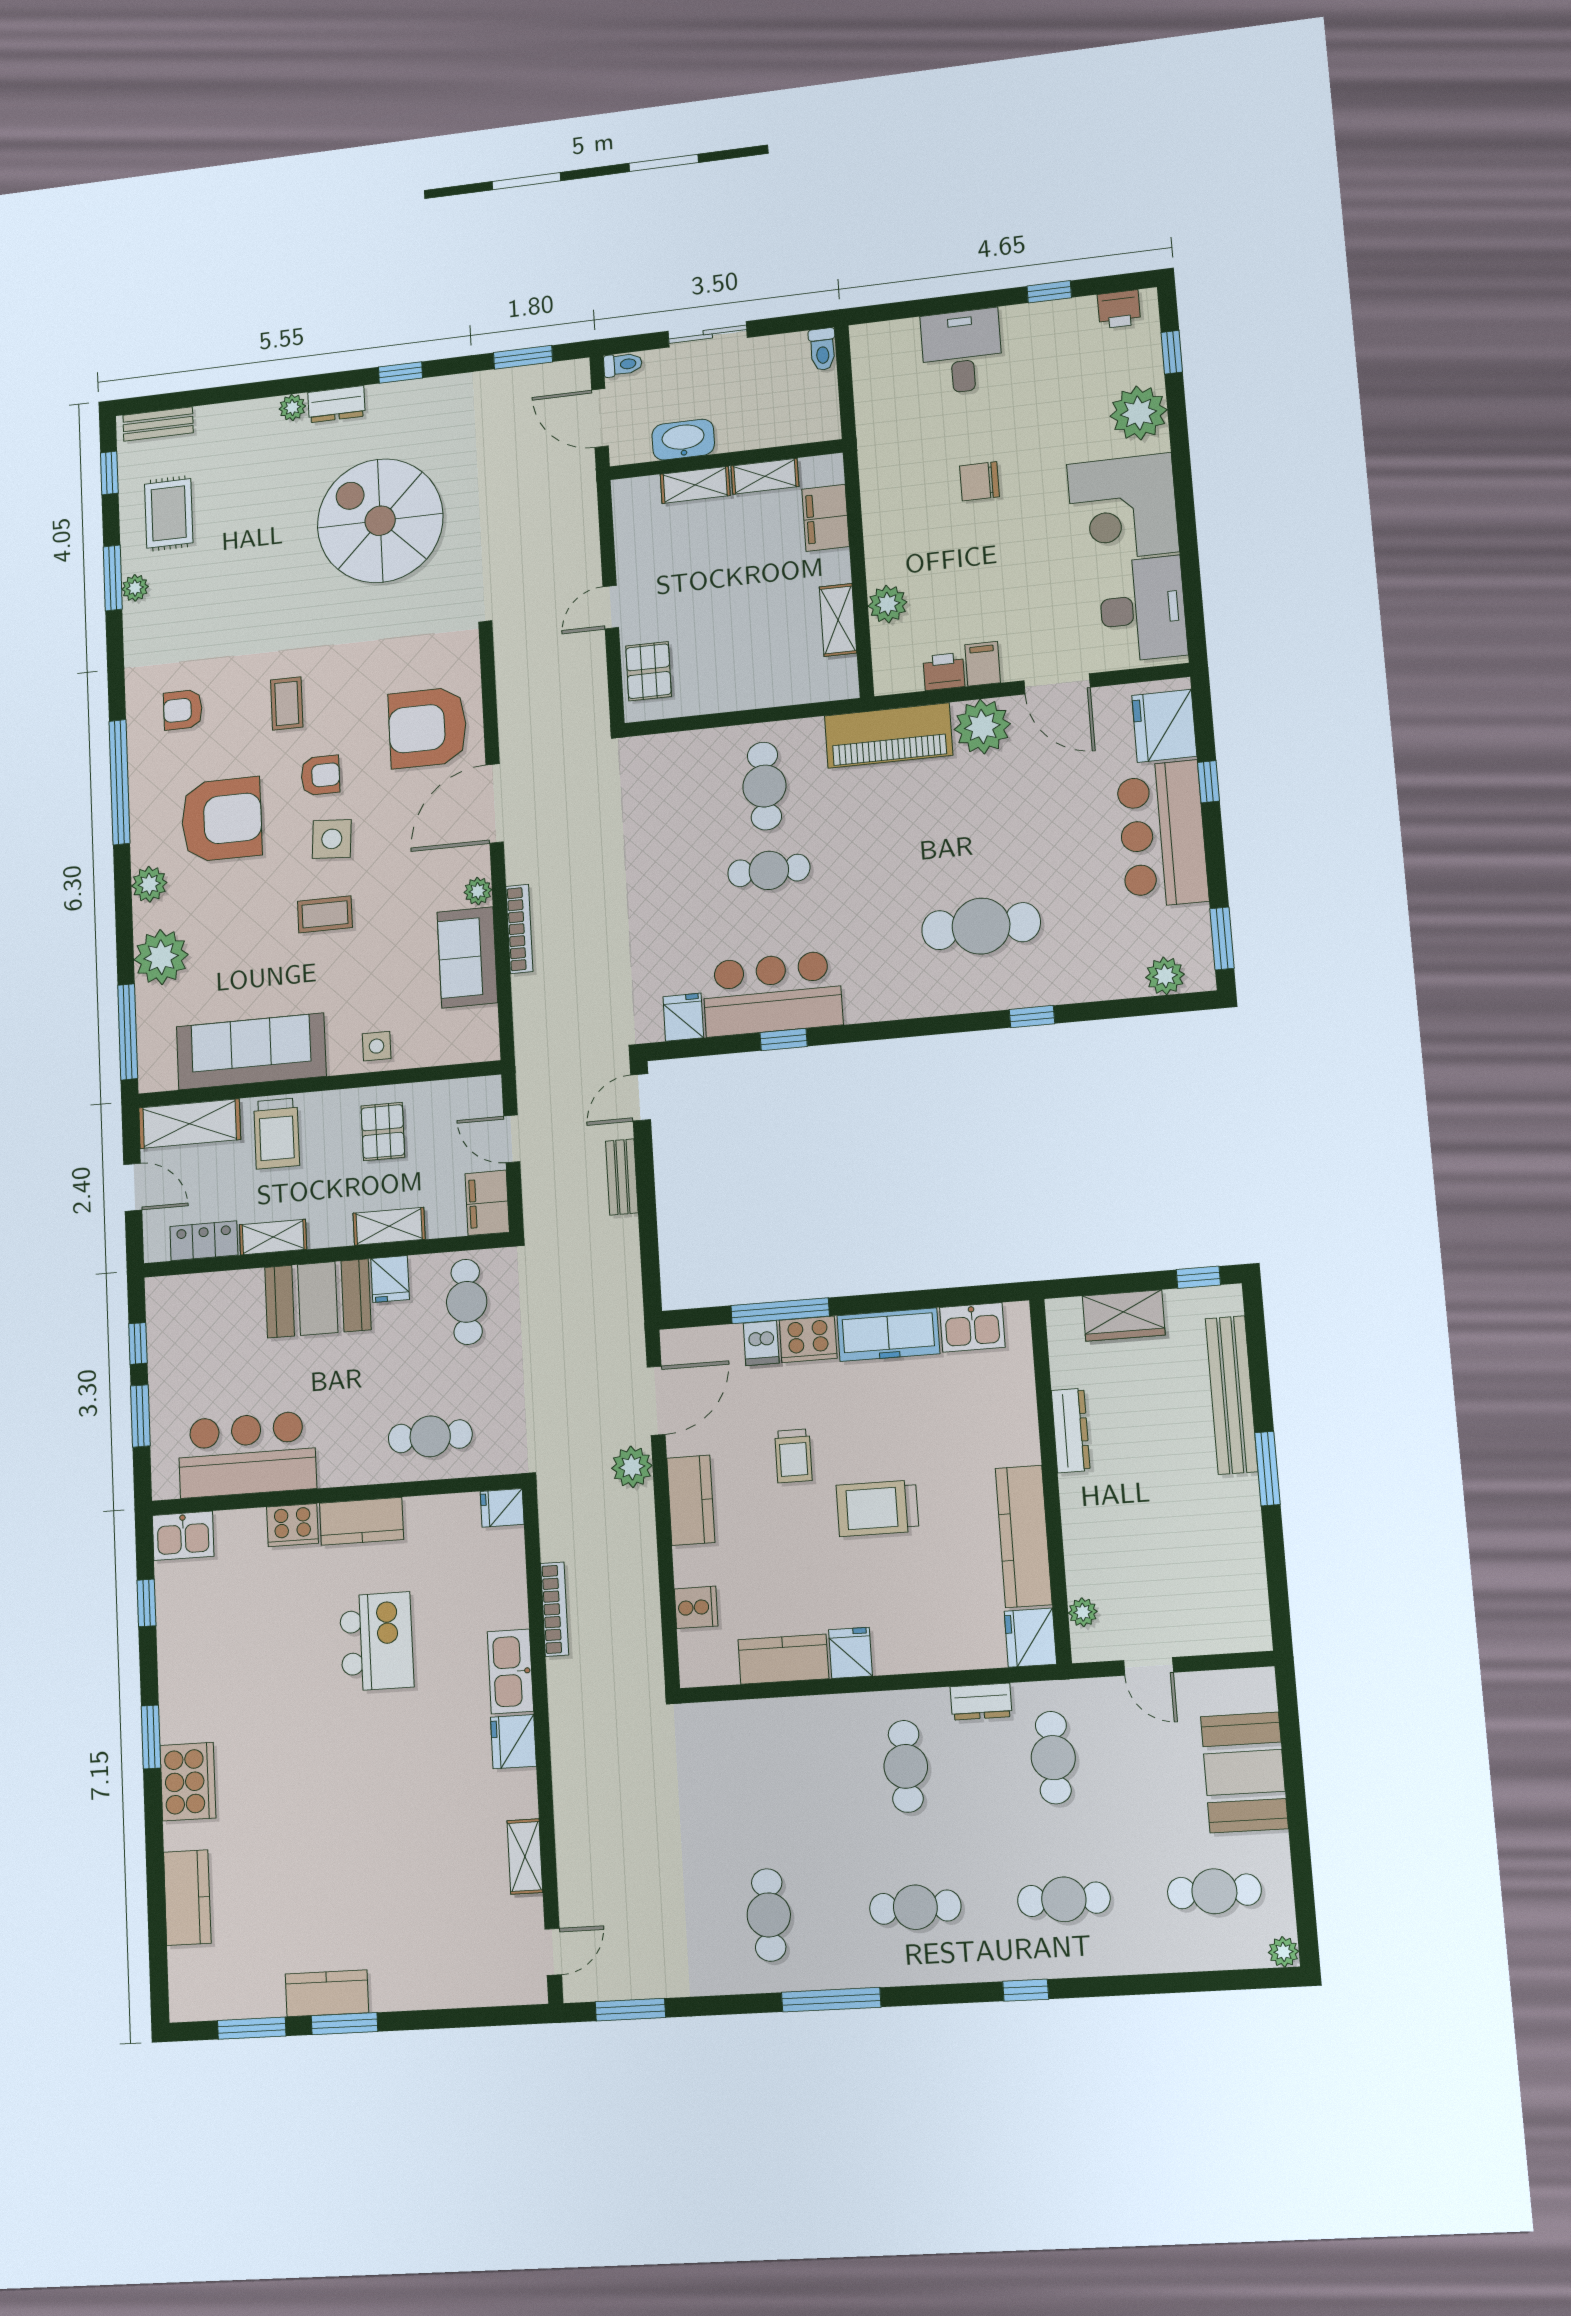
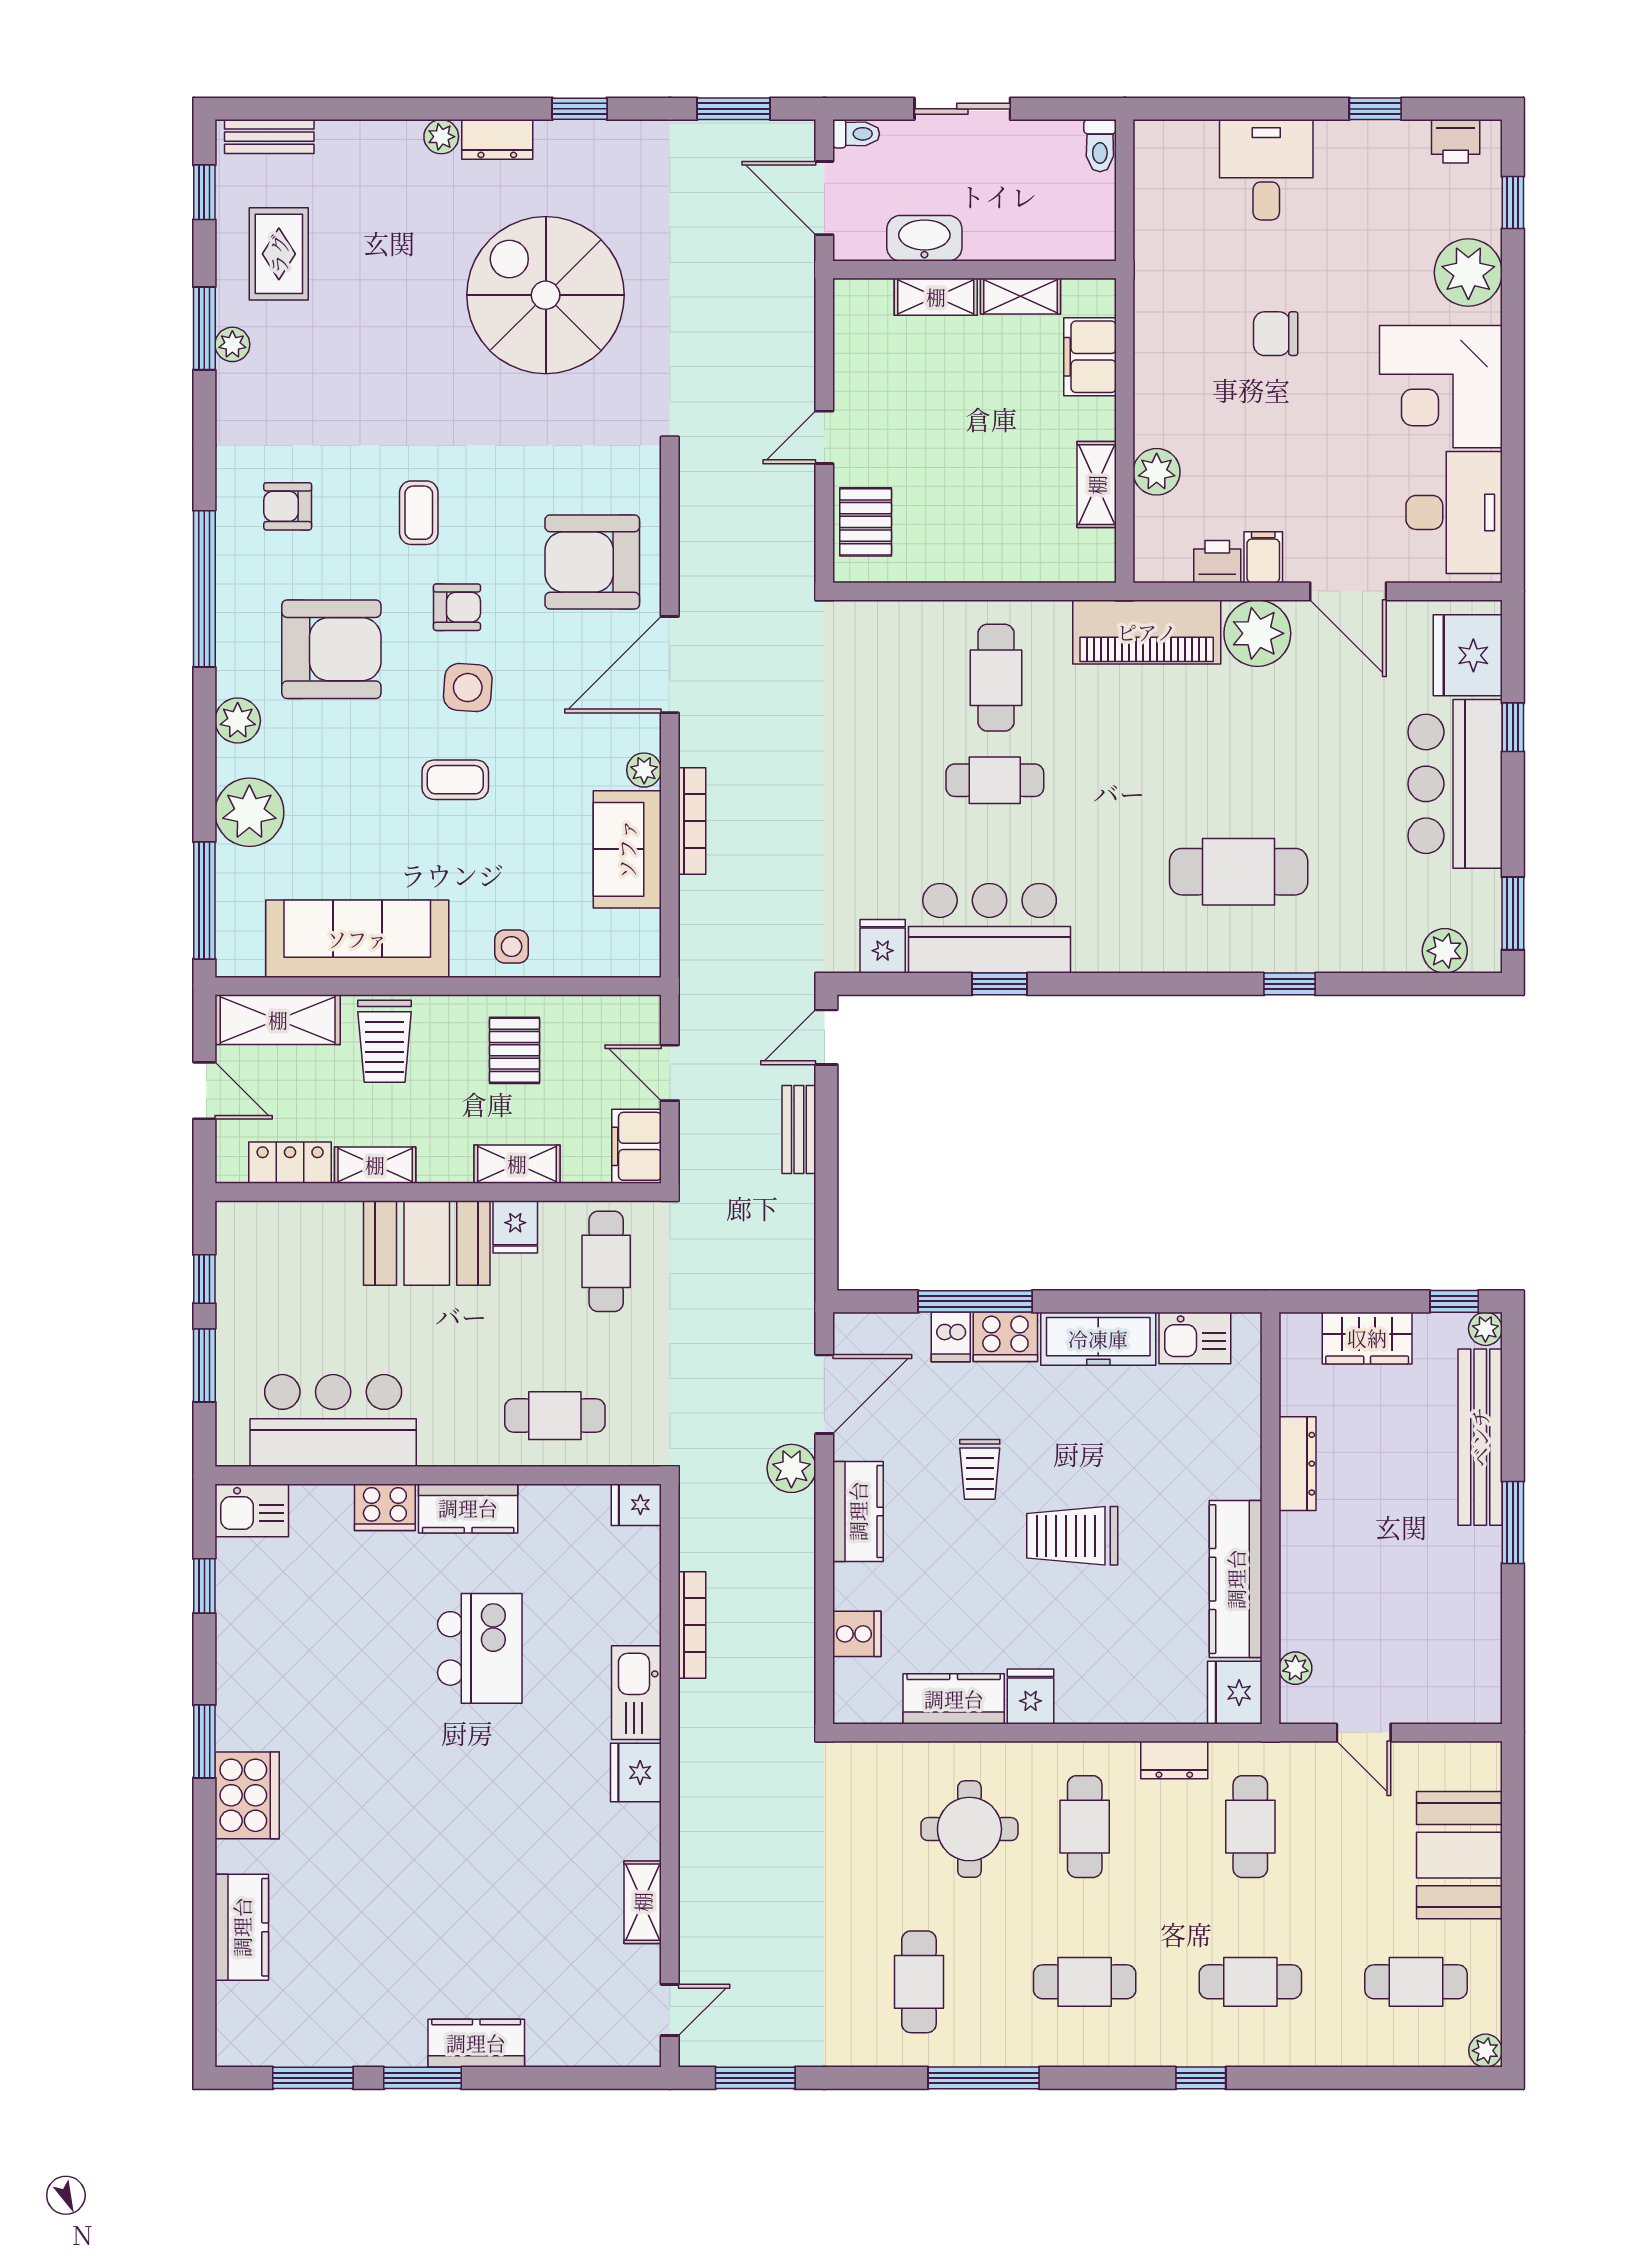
plant: (1228, 1299) -> (1485, 1329), added
round table: (805, 1775) -> (969, 1829), added
kitchen counter: (327, 1993) -> (476, 2043), moved

